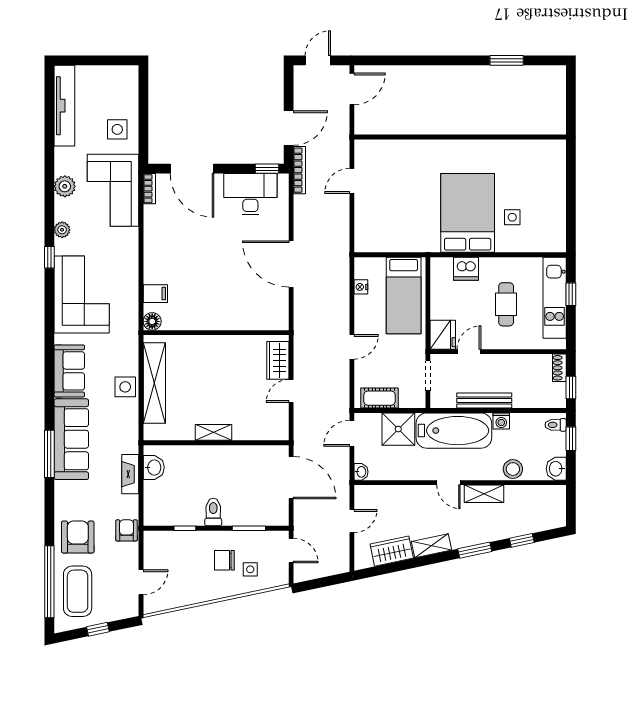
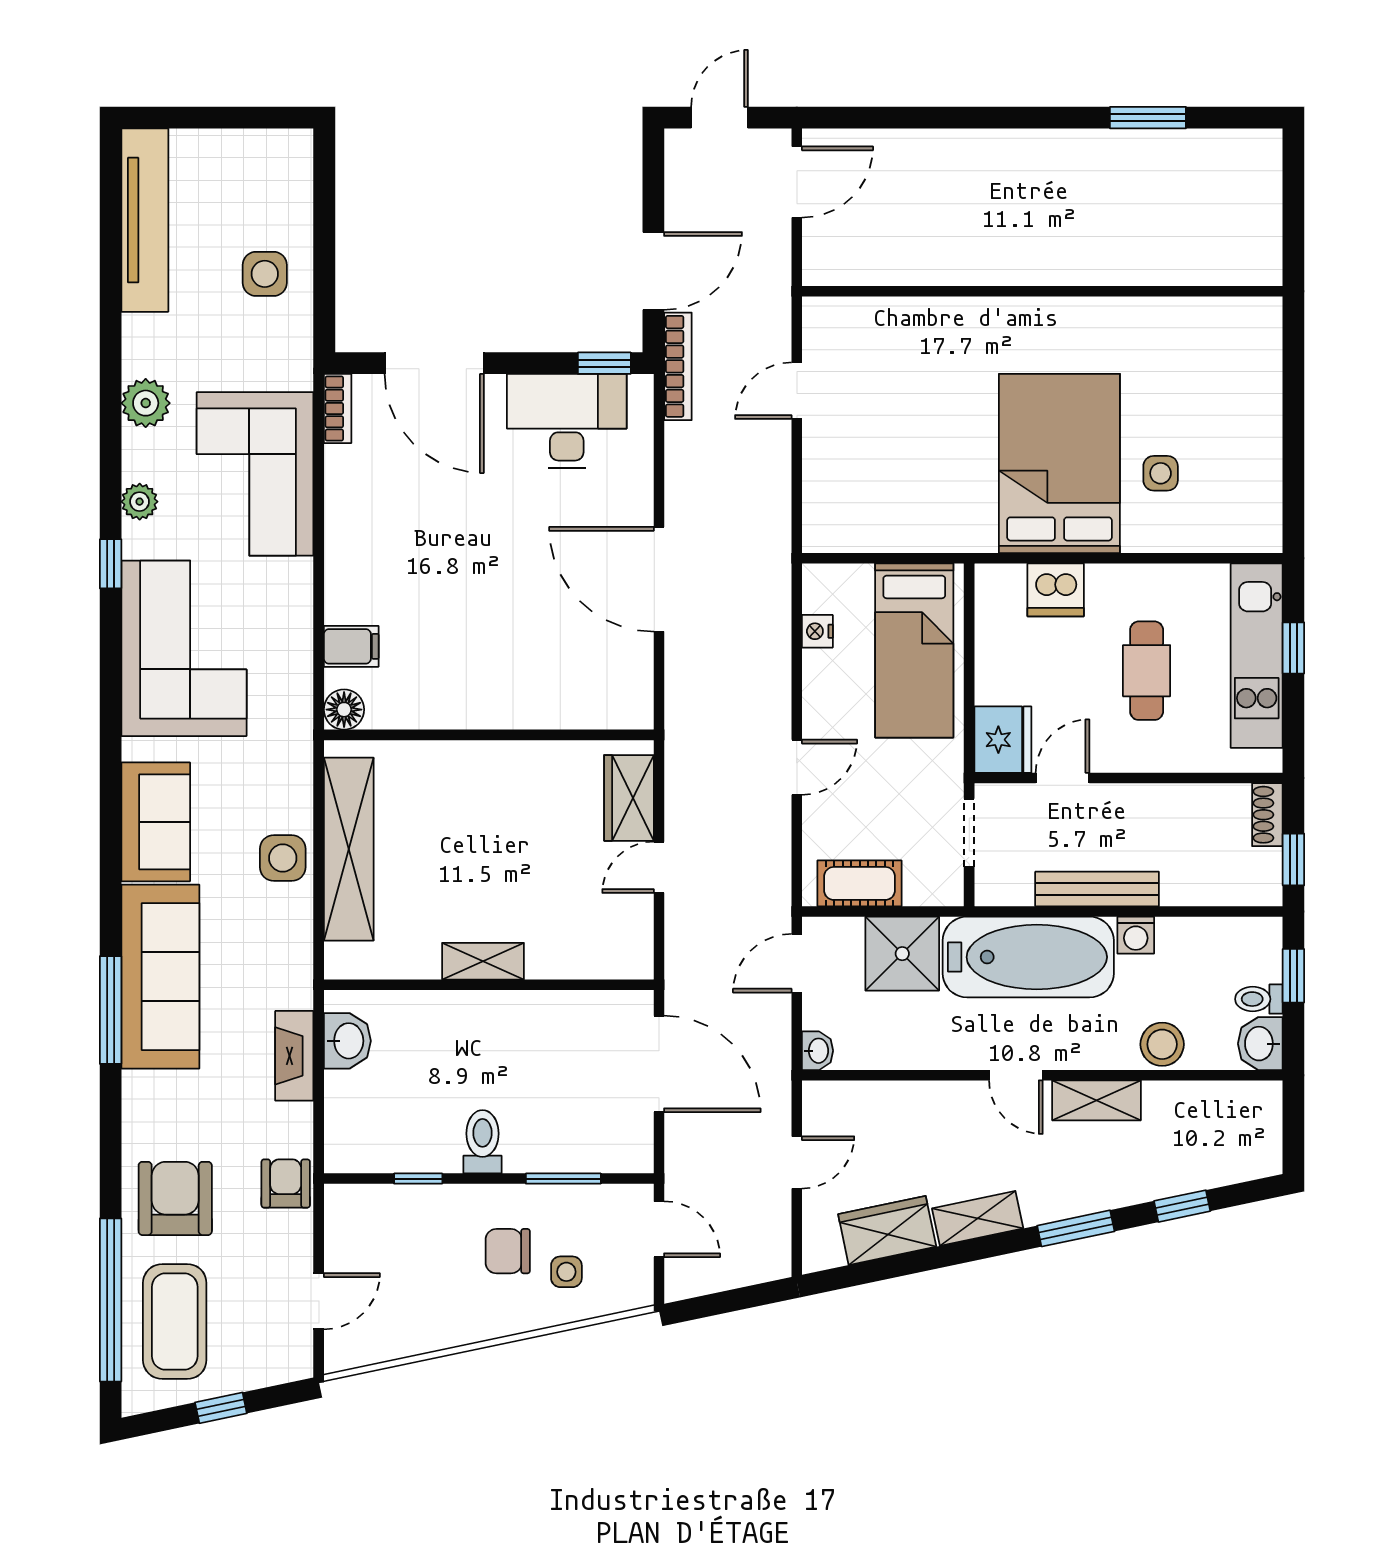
corner sofa: (113, 190) -> (255, 474), moved
toilet: (556, 425) -> (1259, 999), moved

